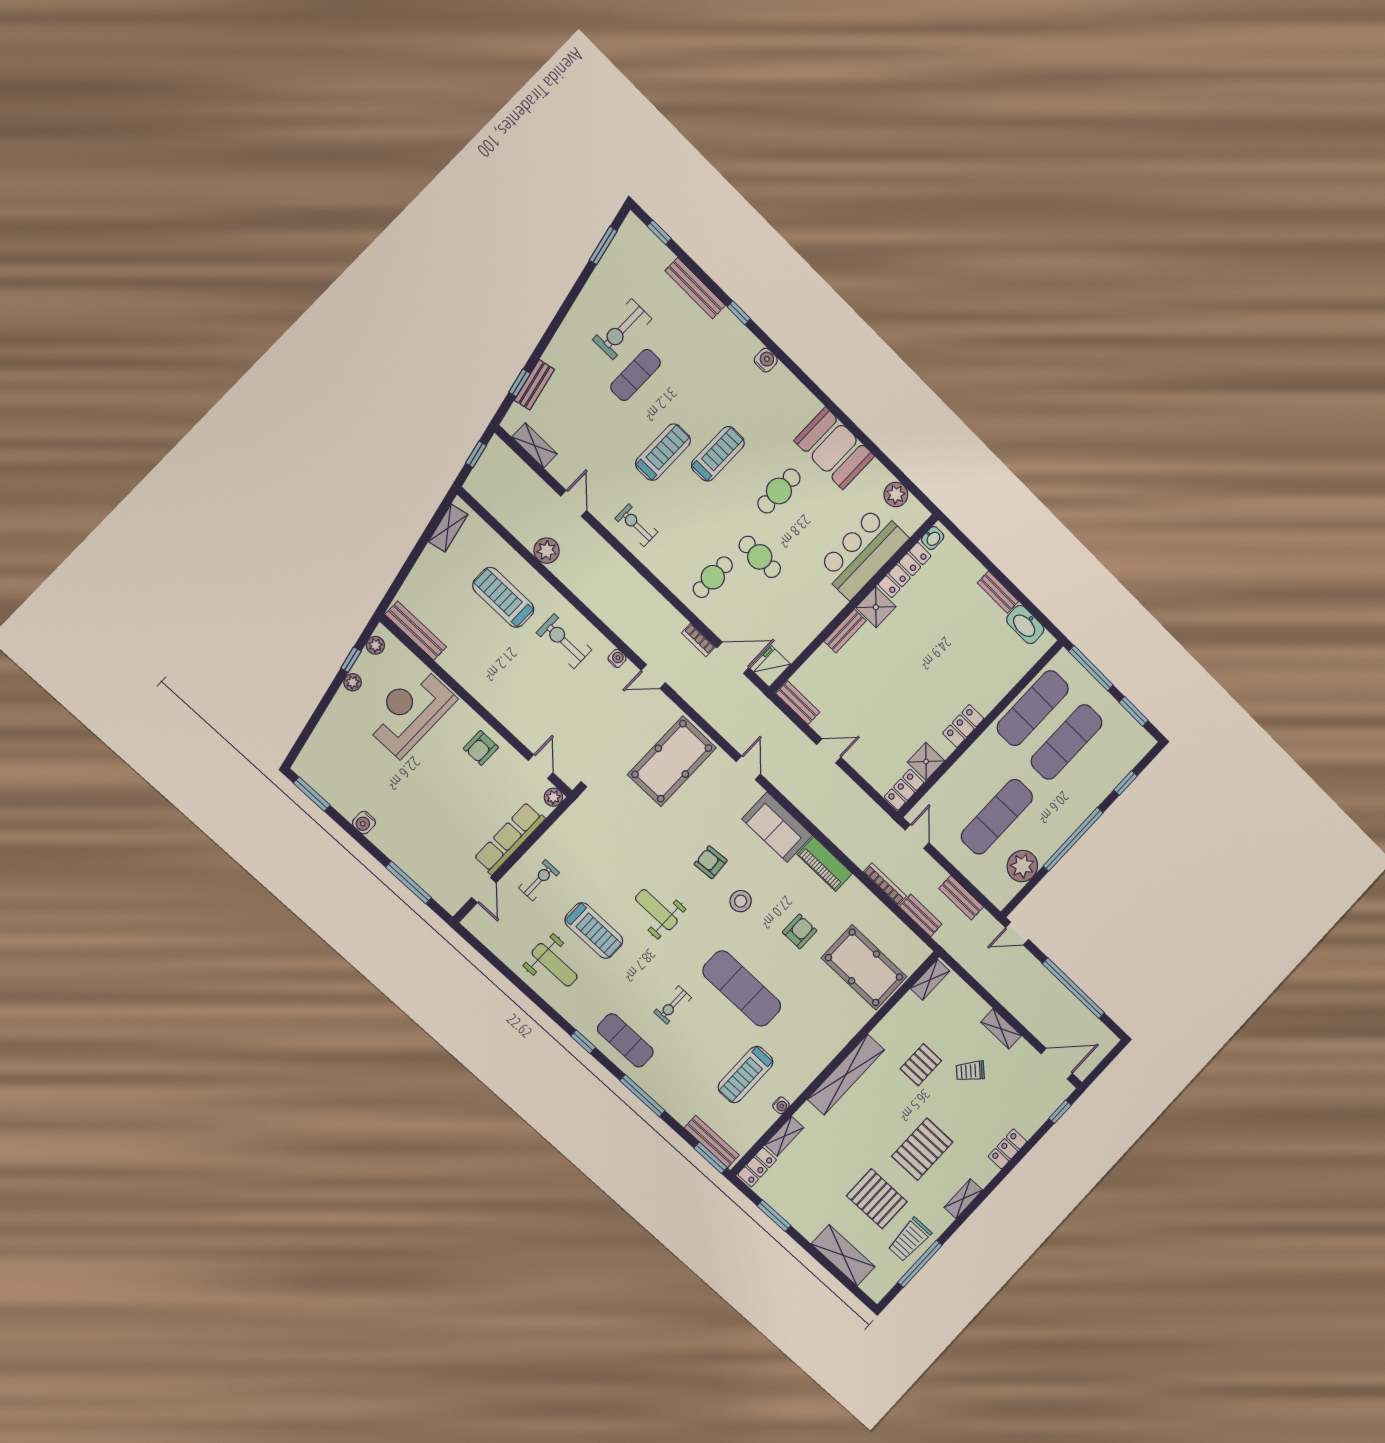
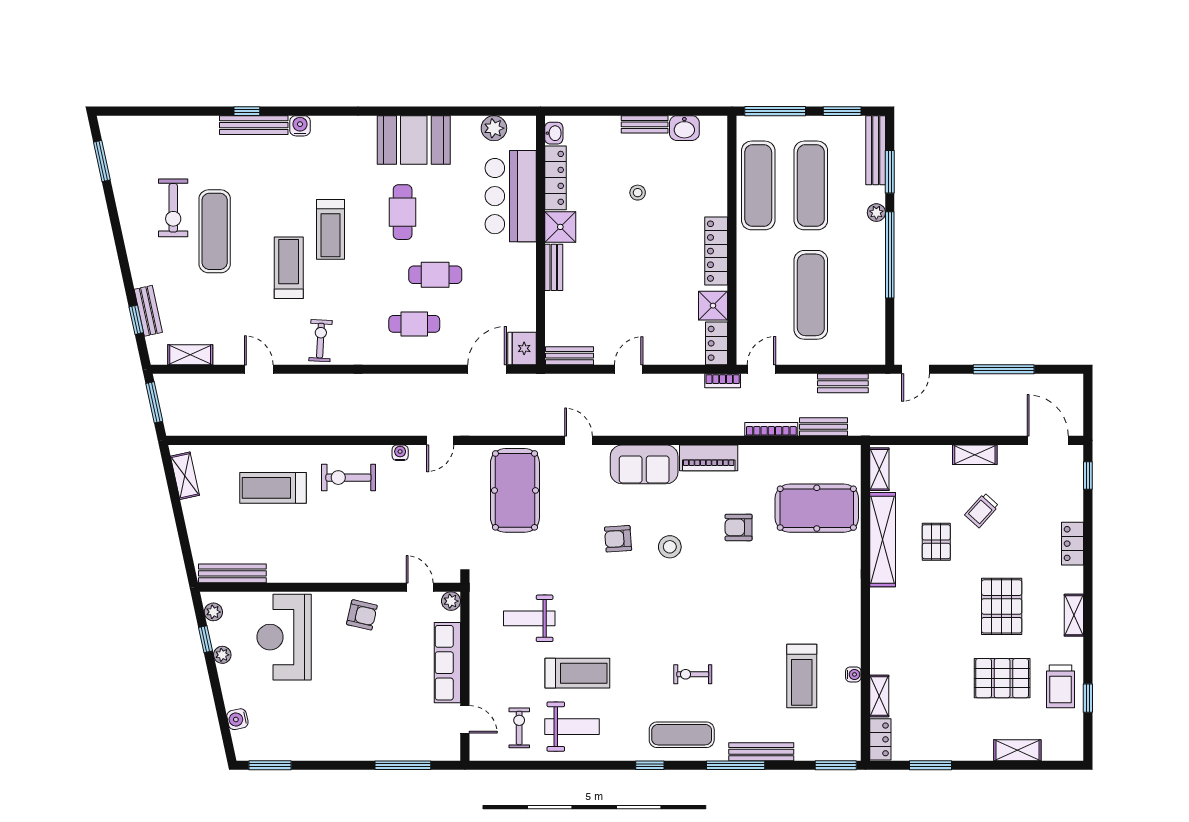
window: (659, 232) -> (133, 111), removed
bench: (695, 288) -> (254, 125), moved
exercise mat: (636, 375) -> (215, 231), width x1.36, depth x1.45
window: (476, 454) -> (154, 402), width x1.50
treadmill: (718, 454) -> (330, 229), turned 180
exercise bike: (636, 525) -> (320, 341), turned 93
plant: (547, 551) -> (272, 423), removed
cafe table: (713, 577) -> (414, 324), turned 90
washbasin: (1025, 625) -> (684, 128), width x0.72
stool: (949, 635) -> (638, 193), added
bookcase: (698, 640) -> (723, 381), moved
locker: (963, 726) -> (716, 251), width x1.53
armchair: (481, 748) -> (362, 615), turned -77
bench: (1130, 759) -> (876, 150), added
window: (1126, 783) -> (890, 172), width x1.50
water cooler: (364, 823) -> (237, 719), moved, turned 78
door: (917, 836) -> (761, 369), hinge flipped
plant: (1022, 866) -> (876, 213), moved, width x0.53, depth x0.53
exercise bike: (539, 880) -> (519, 728), moved
weight bench: (656, 910) -> (529, 618), moved
armchair: (800, 931) -> (739, 527), turned -90
window: (1073, 988) -> (1004, 369), width x0.68
exercise mat: (742, 989) -> (735, 613), removed
exercise bike: (673, 1005) -> (693, 674), turned 90
door: (1057, 1064) -> (1048, 440), hinge flipped
shelving: (846, 1075) -> (883, 540), moved
bench: (712, 1141) -> (761, 752), moved
shelving: (843, 1255) -> (1017, 750), width x0.67, depth x0.75
window: (920, 1264) -> (1088, 698), width x0.46

